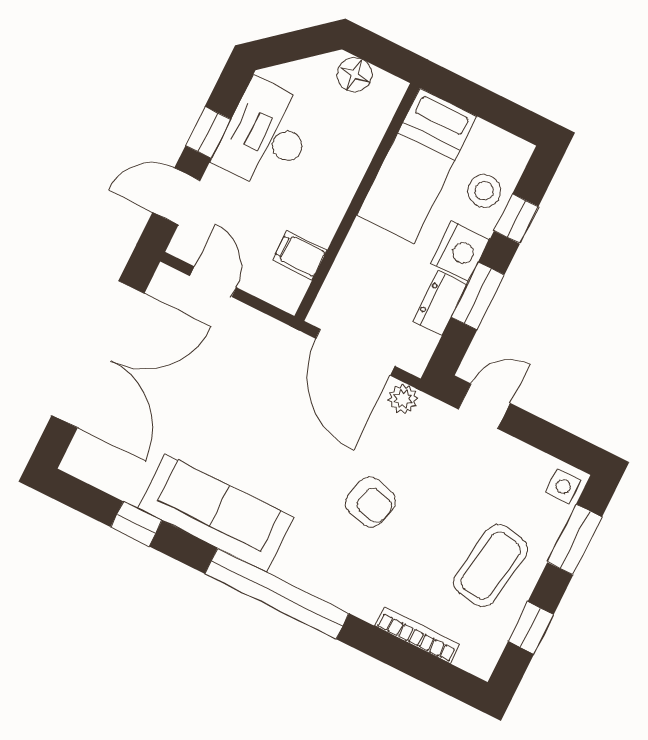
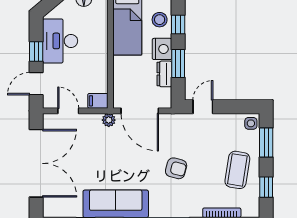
filing cabinet: (300, 255) -> (98, 101), moved
plant: (403, 399) -> (109, 120), moved

